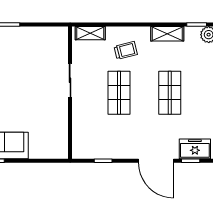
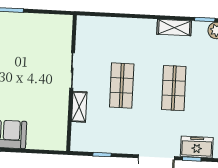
shelving: (90, 33) -> (79, 107), moved, turned 90
trolley: (126, 50) -> (131, 42), removed

